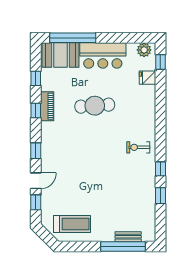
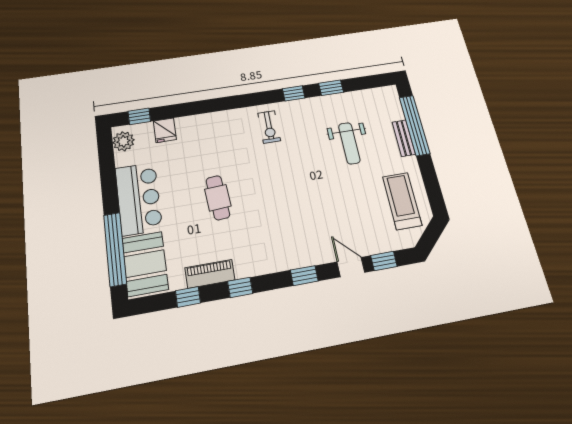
piano: (47, 106) -> (210, 274), moved
cafe table: (95, 106) -> (218, 198), width x0.73, depth x0.74
weight bench: (117, 199) -> (349, 143), added
bench: (128, 237) -> (404, 138), moved

